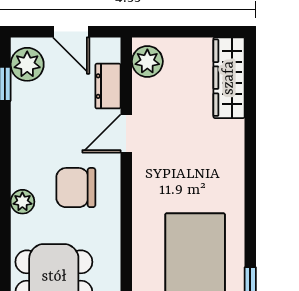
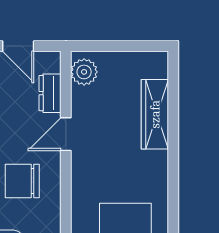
wardrobe: (229, 78) -> (155, 114), moved

